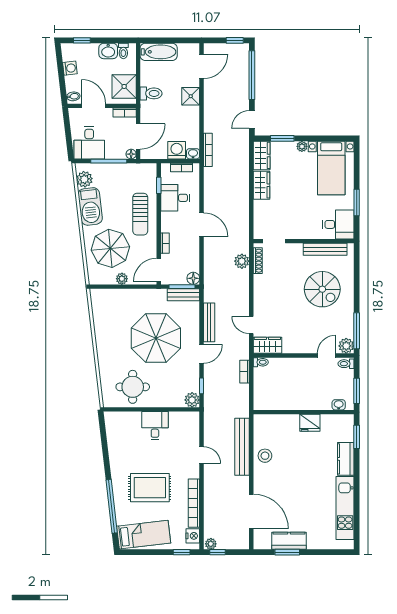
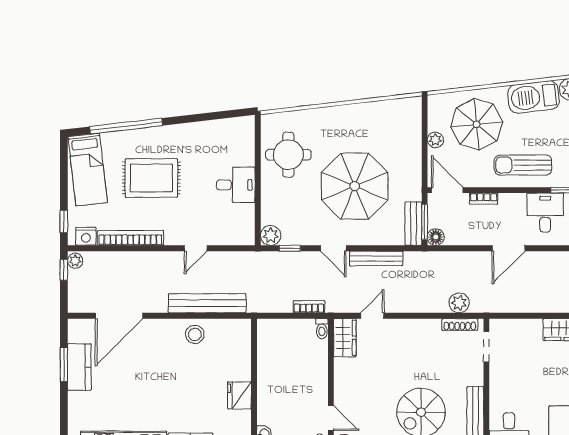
rug: (150, 488) -> (151, 178), turned 90

